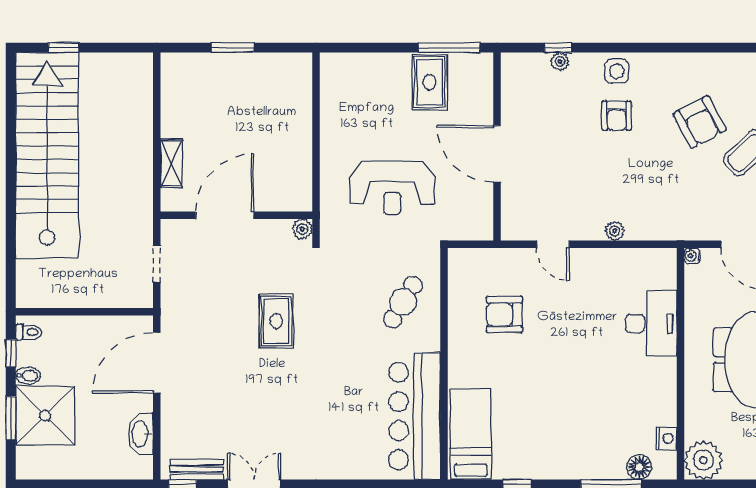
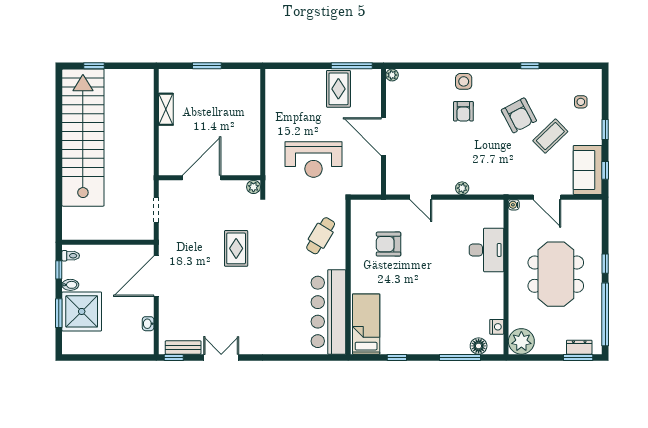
window: (558, 48) -> (530, 66), moved
plant: (560, 61) -> (392, 75), moved
shelving: (171, 163) -> (166, 109), moved
washbasin: (141, 434) -> (148, 324), width x0.52, depth x0.69

